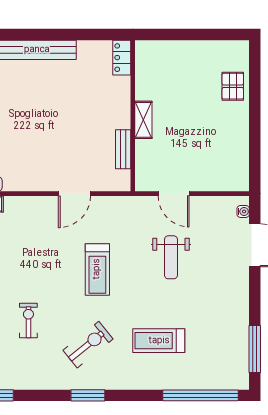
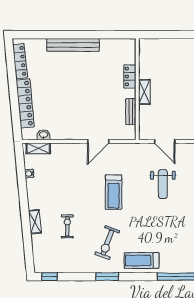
locker: (122, 58) -> (130, 76), moved
treadmill: (159, 341) -> (141, 260), moved
exercise bike: (88, 345) -> (107, 243), turned 149

